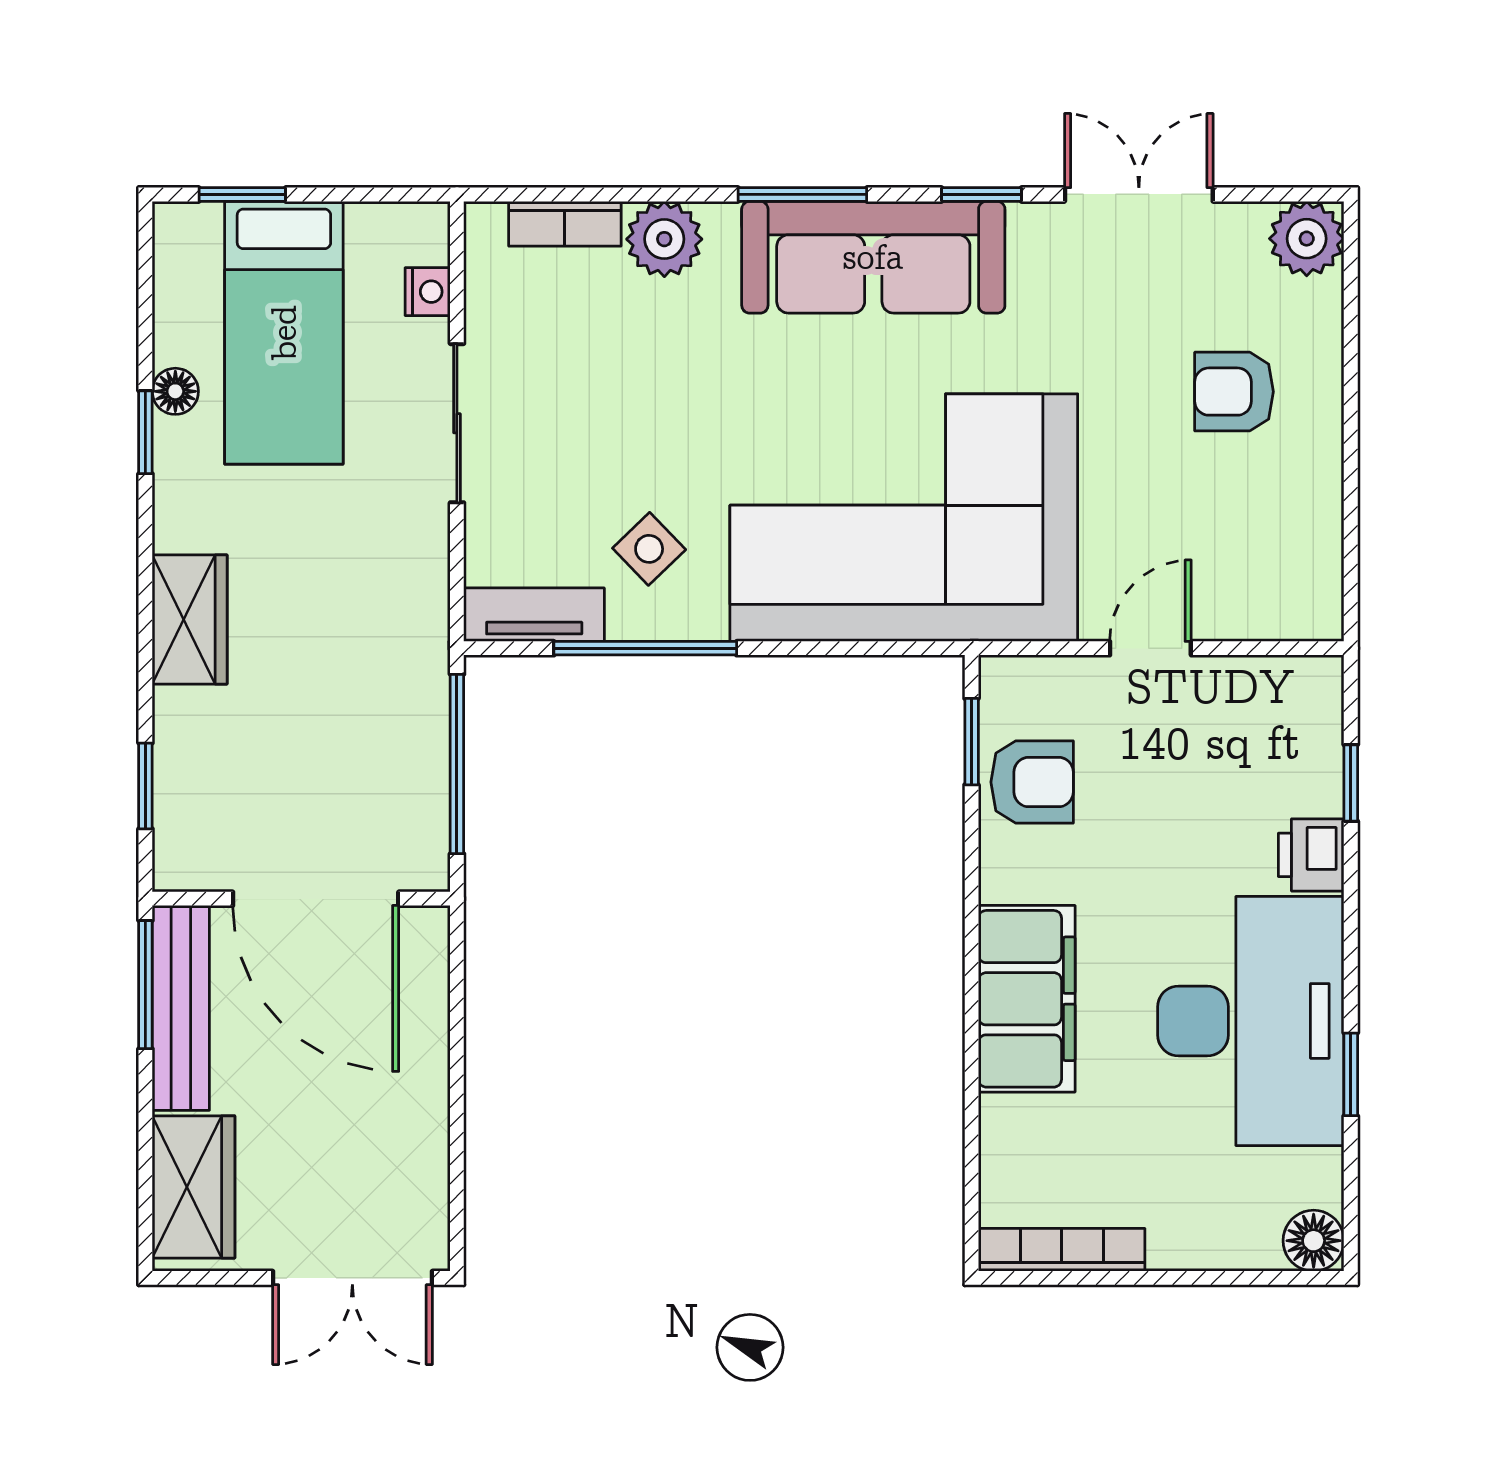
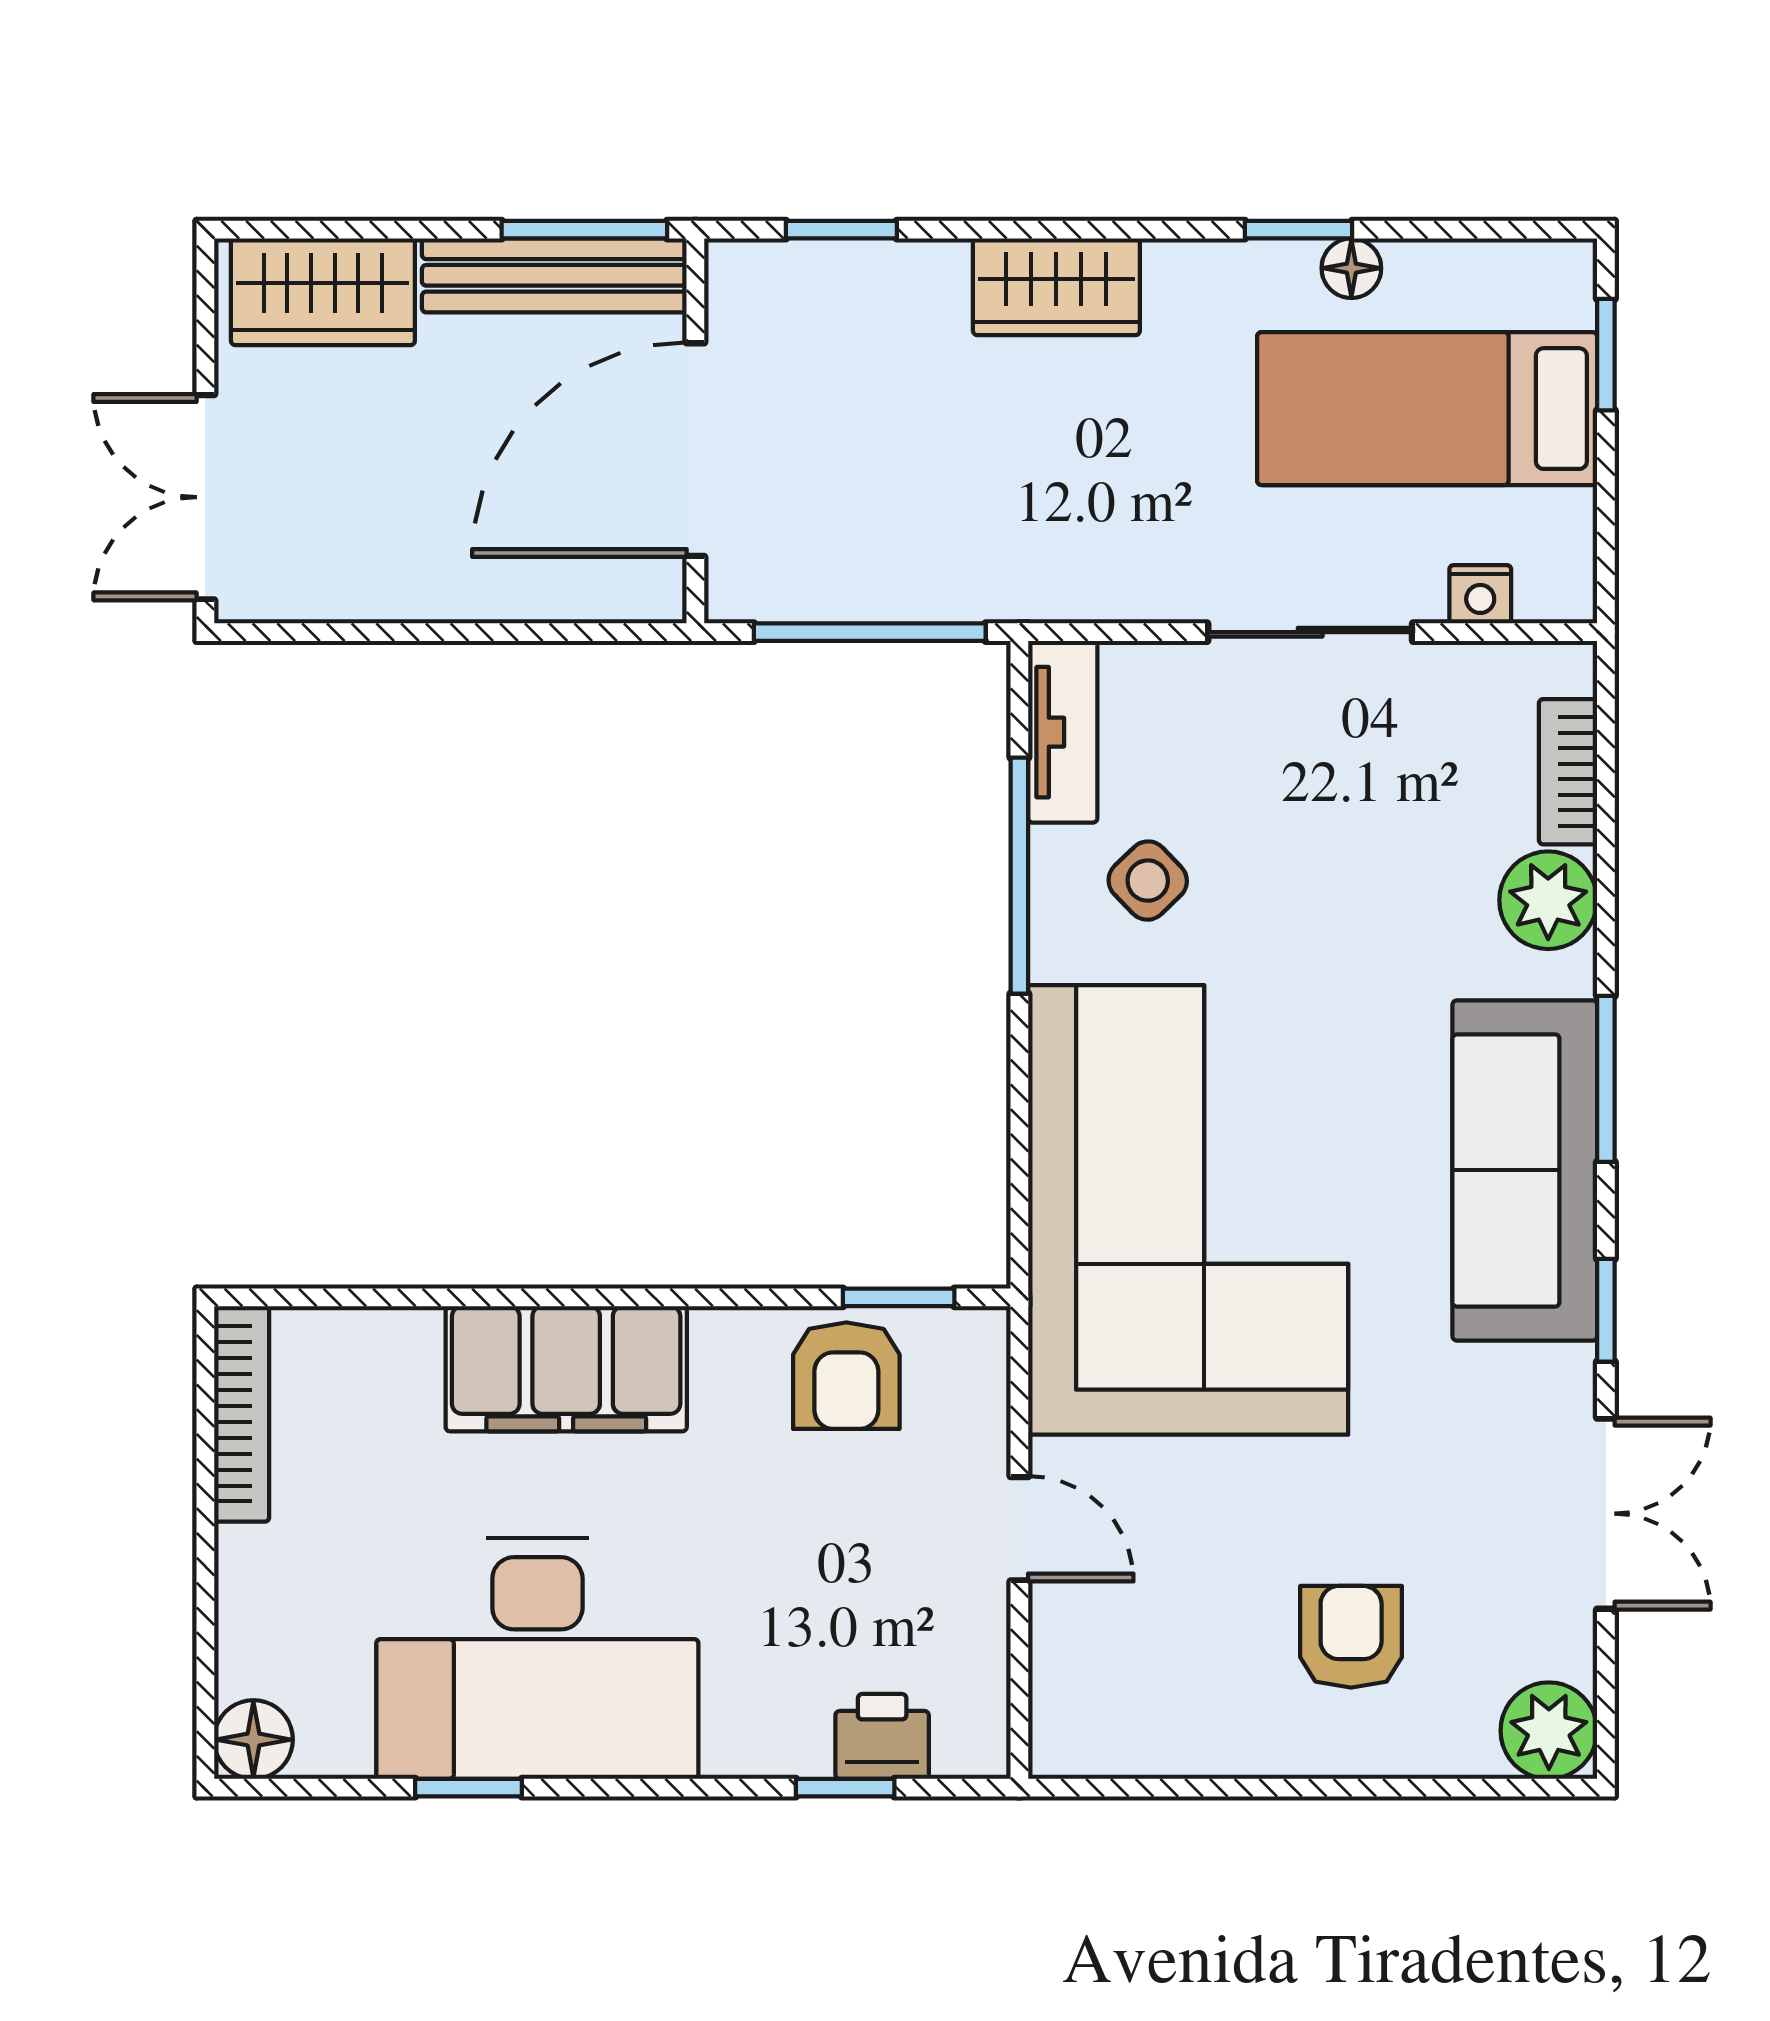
printer: (1311, 855) -> (882, 1736), moved

